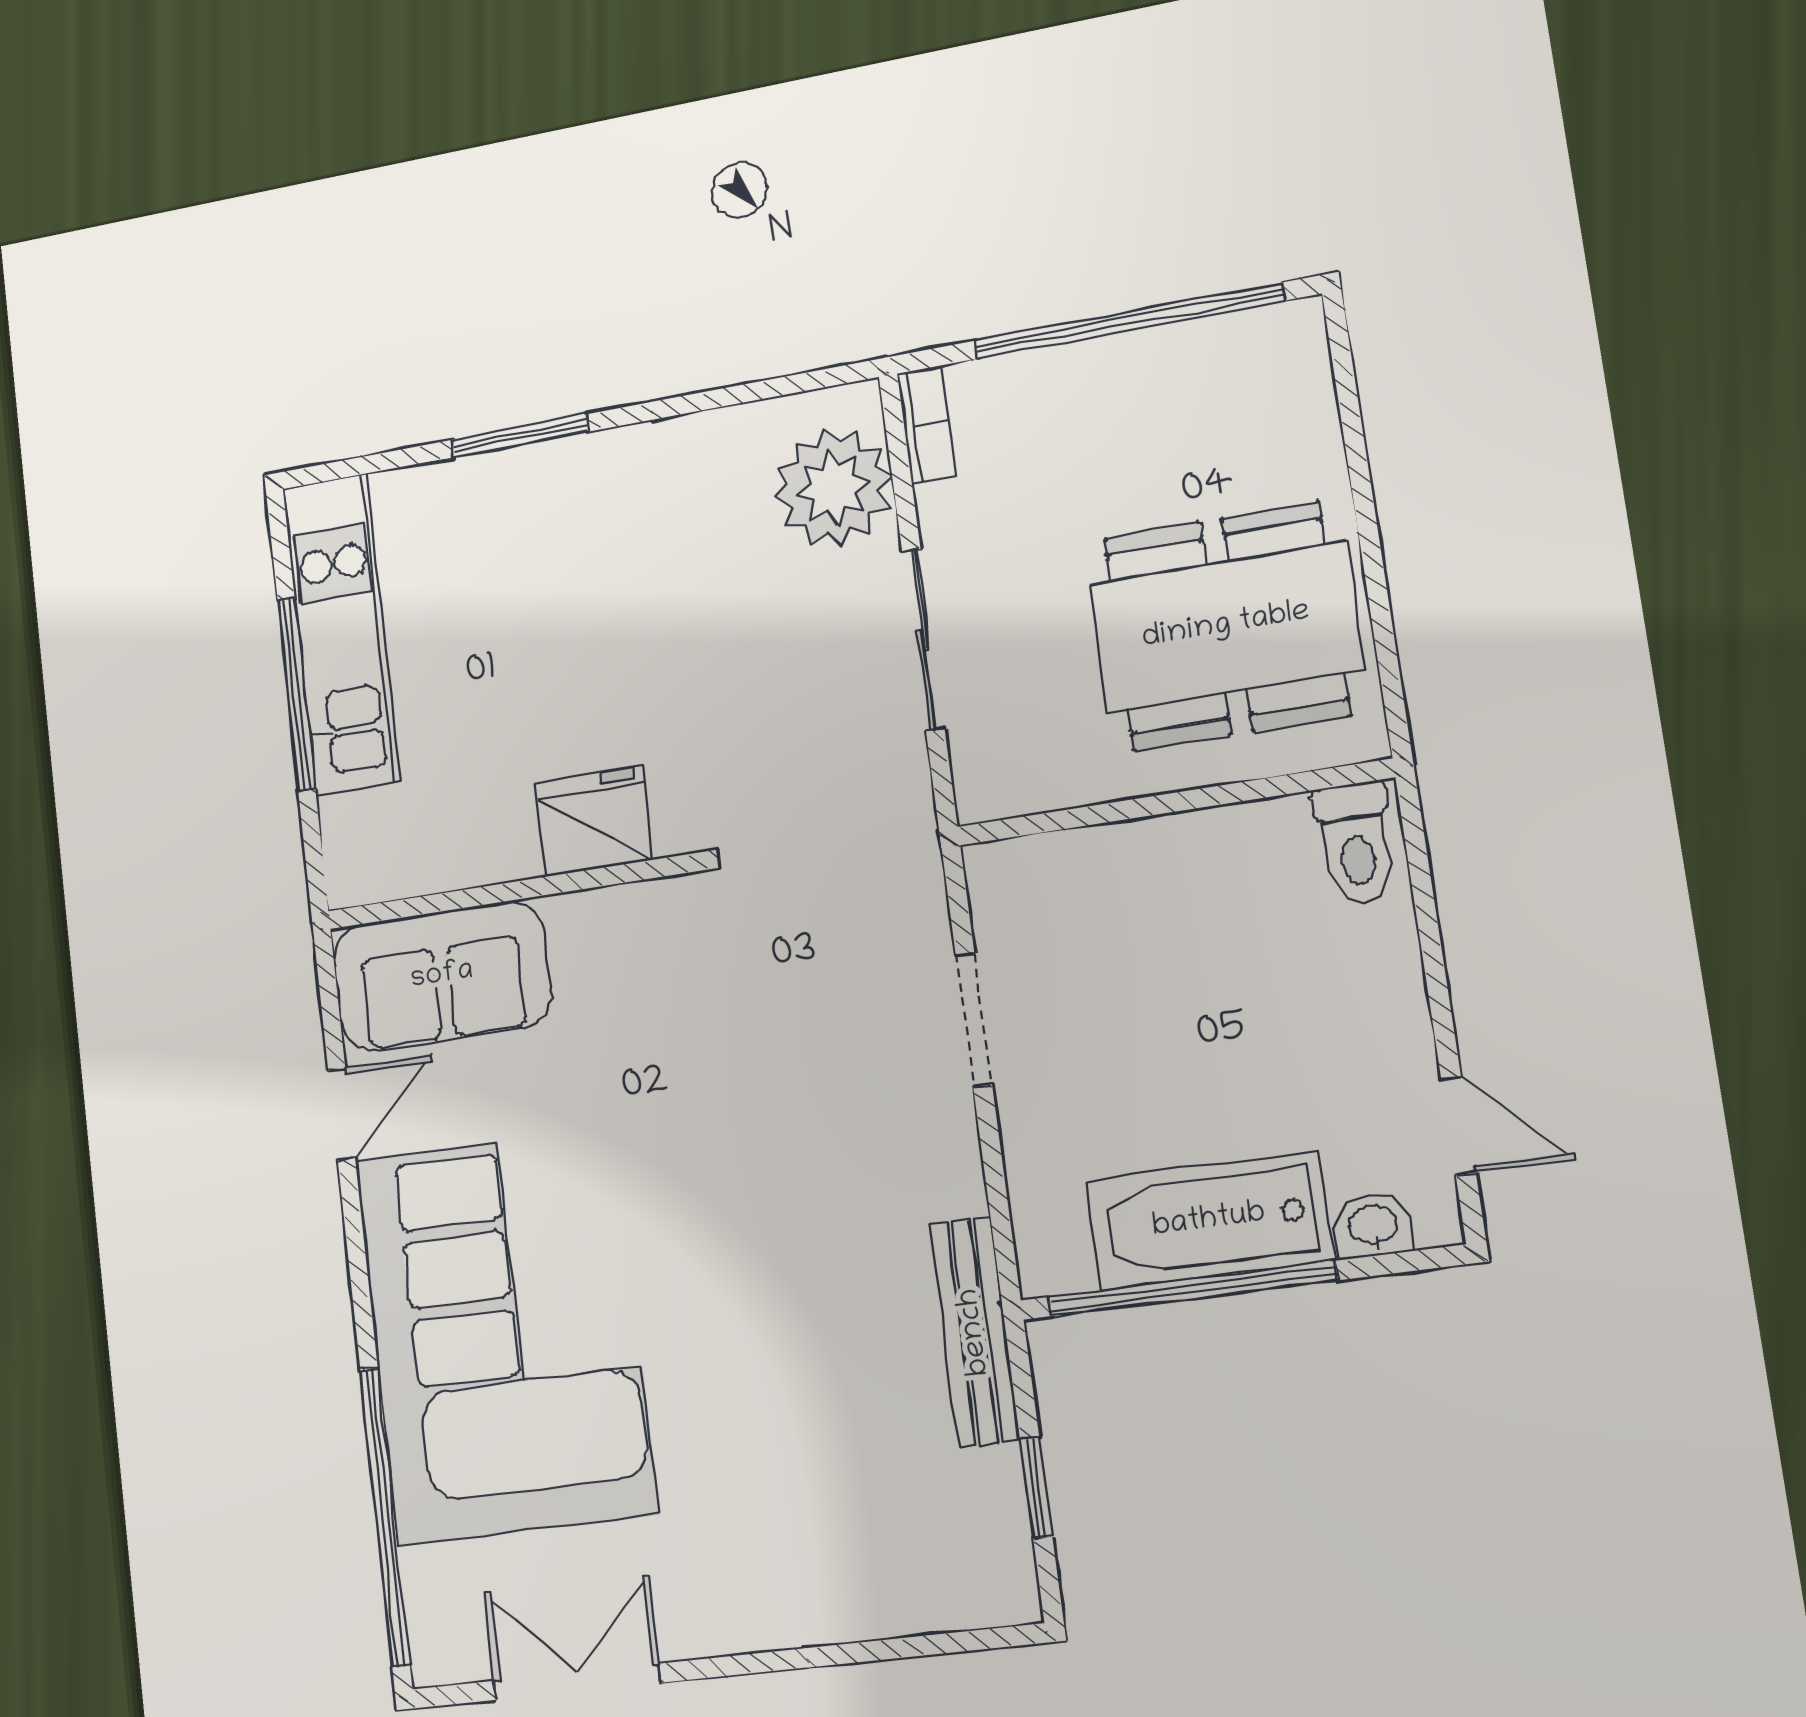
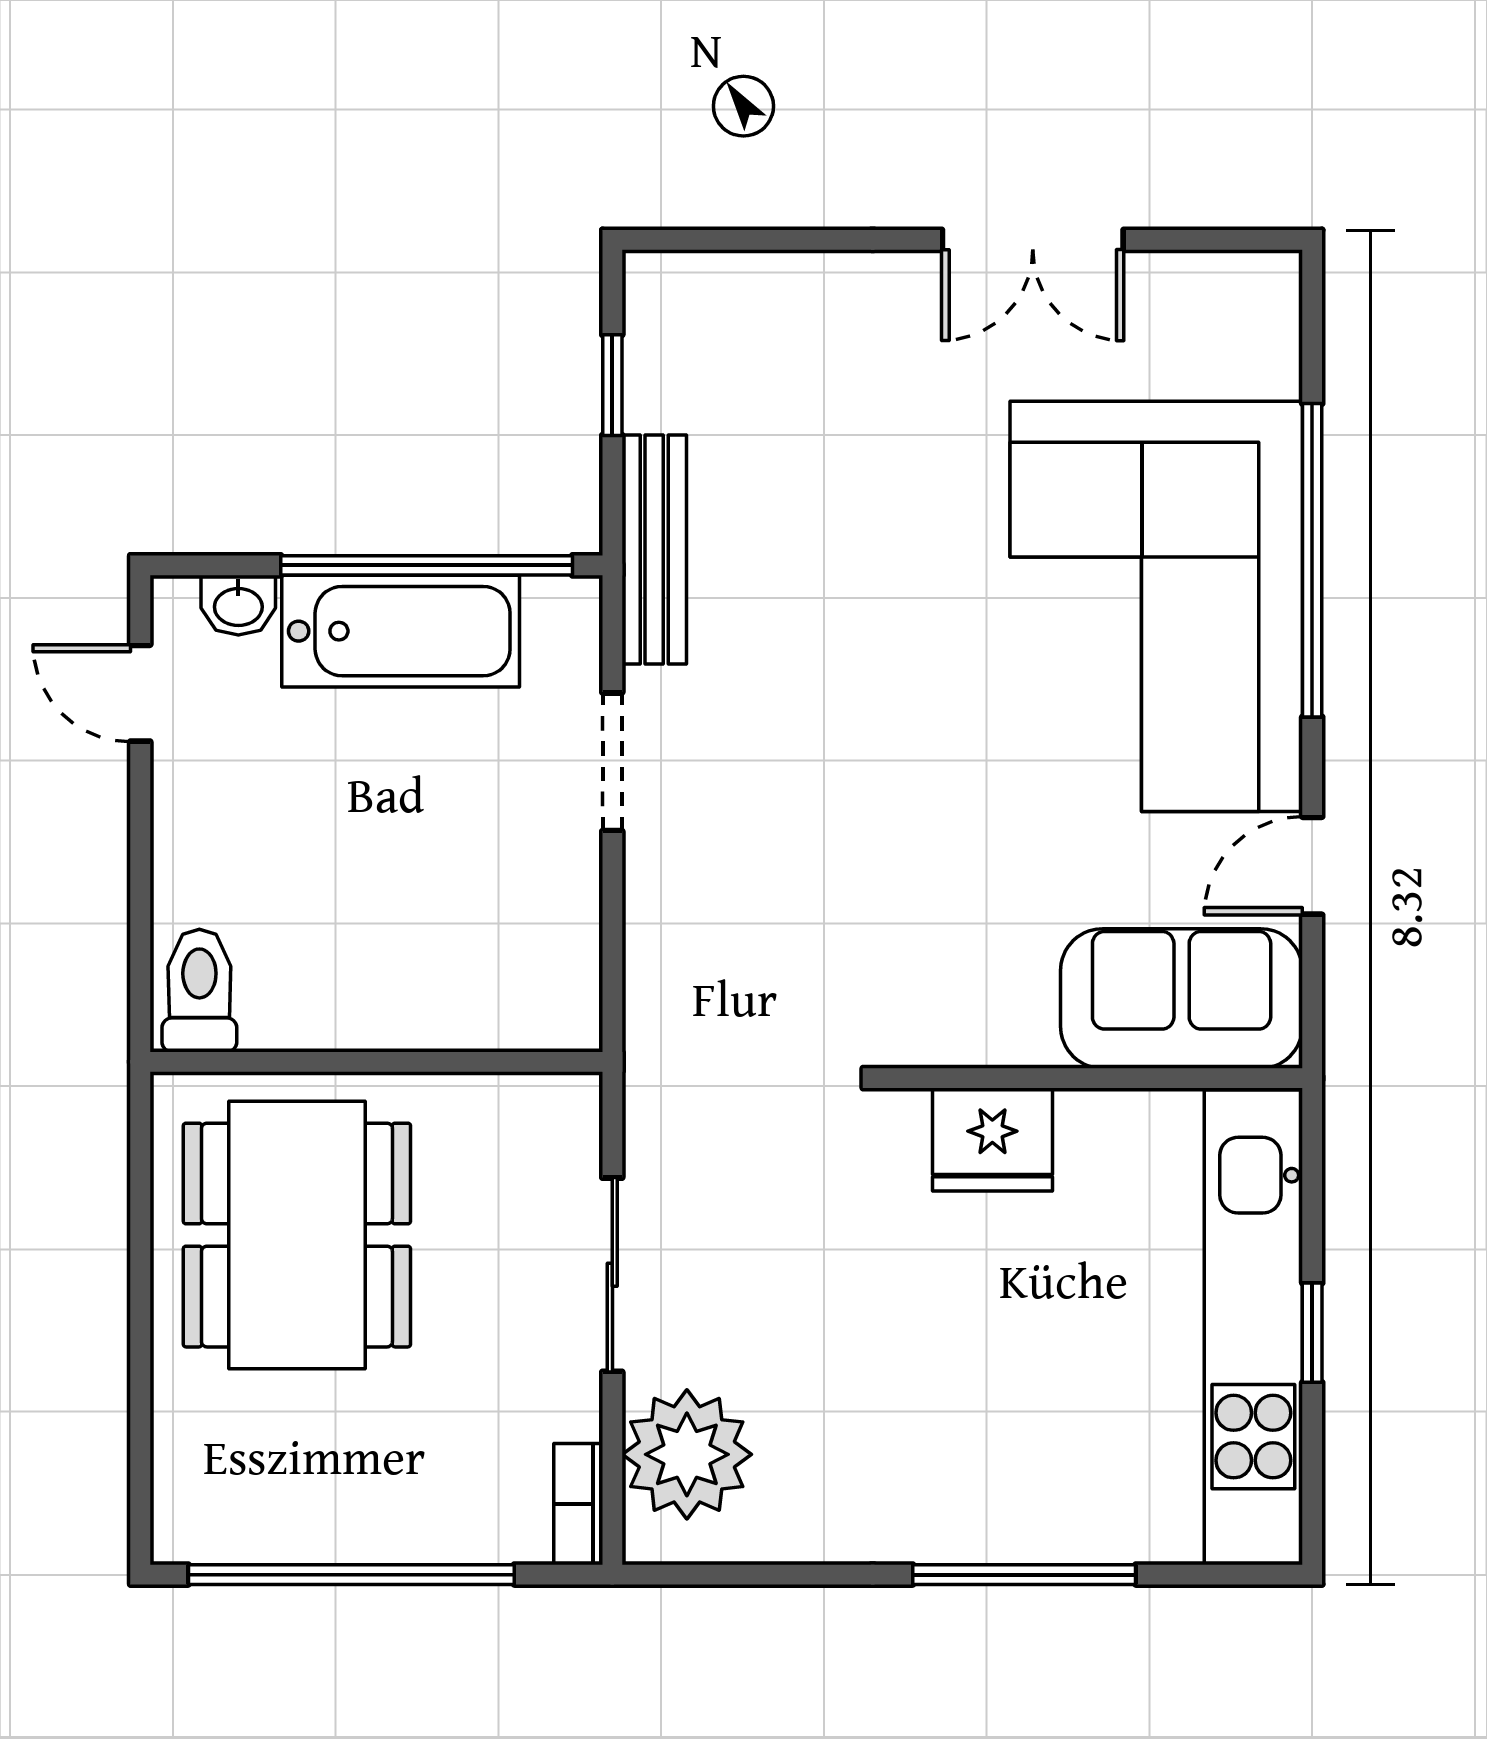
window: (520, 436) -> (1024, 1575), width x1.44
dining table: (1226, 626) -> (297, 1235), turned 90
kitchen unit: (341, 634) -> (1253, 1327), width x1.36
window: (296, 694) -> (1312, 1333), width x0.46
doorway: (974, 1020) -> (612, 762), moved
window: (385, 1517) -> (1312, 560), moved
double door: (577, 1682) -> (1033, 240), moved

